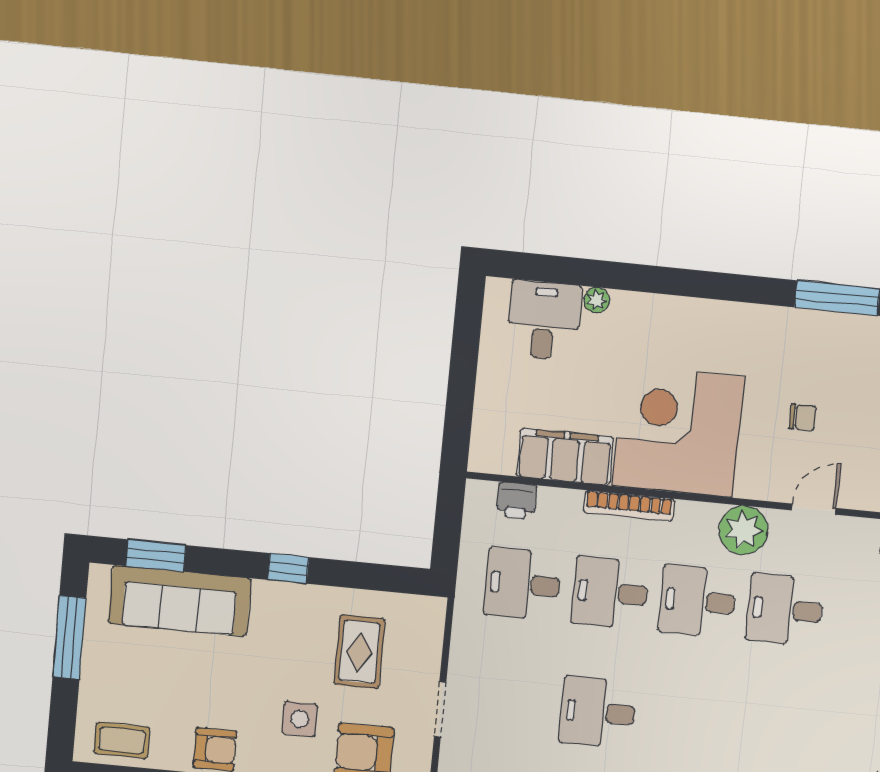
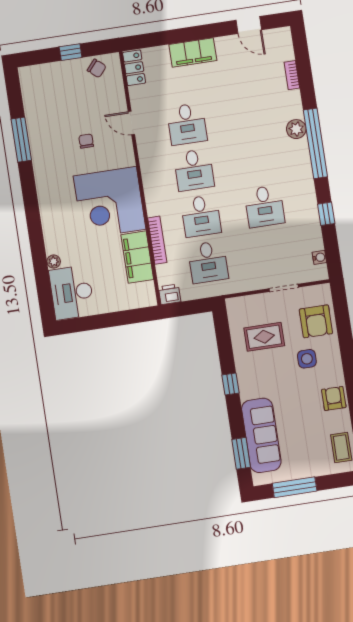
desk: (544, 320) -> (72, 292), width x1.37
printer: (516, 500) -> (170, 294), moved, turned -90
bookcase: (629, 506) -> (157, 240), moved
plant: (744, 530) -> (151, 156), removed

